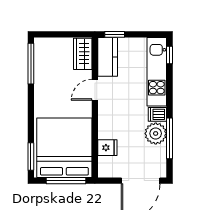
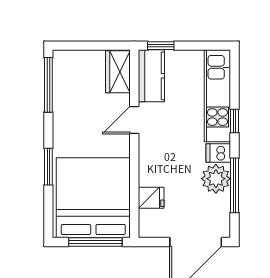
window: (170, 55) -> (235, 121), moved
window: (31, 157) -> (48, 167), moved

